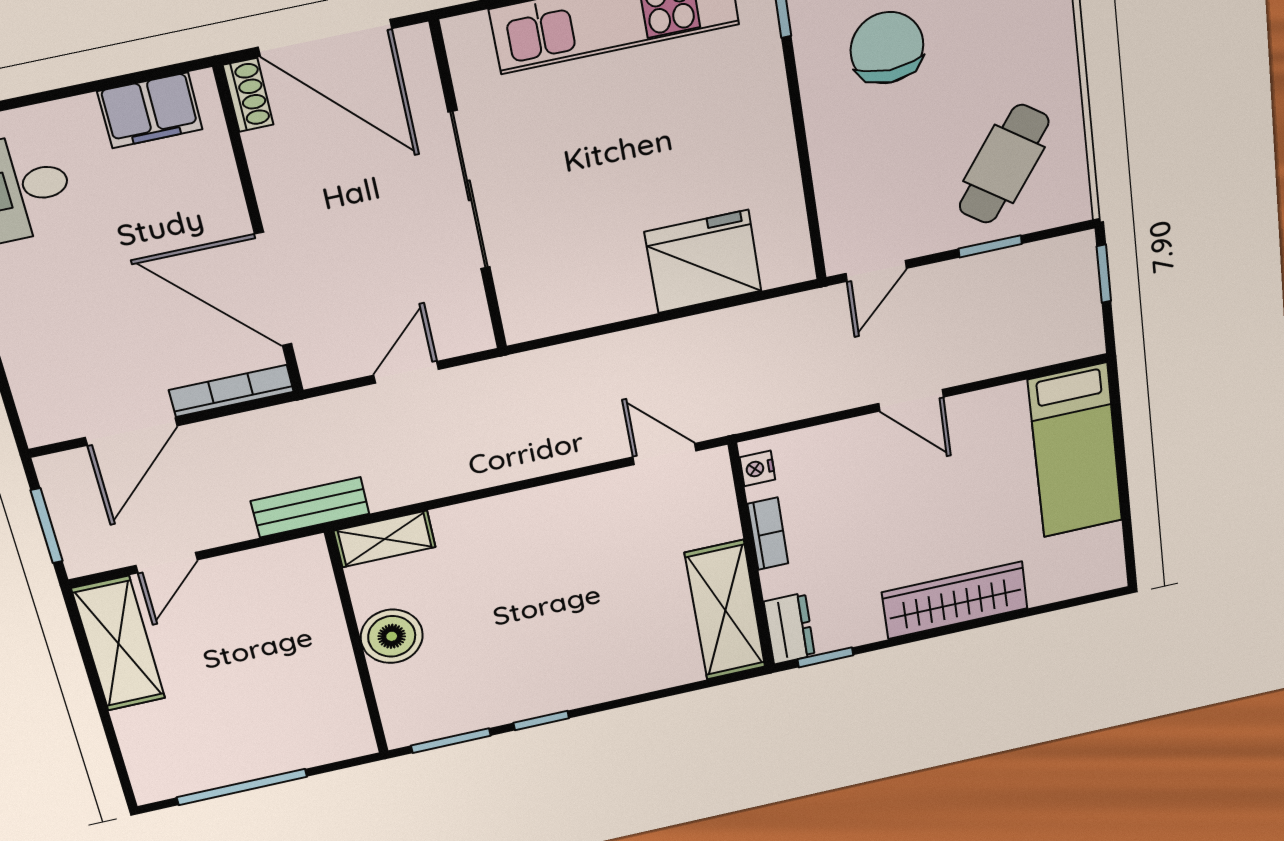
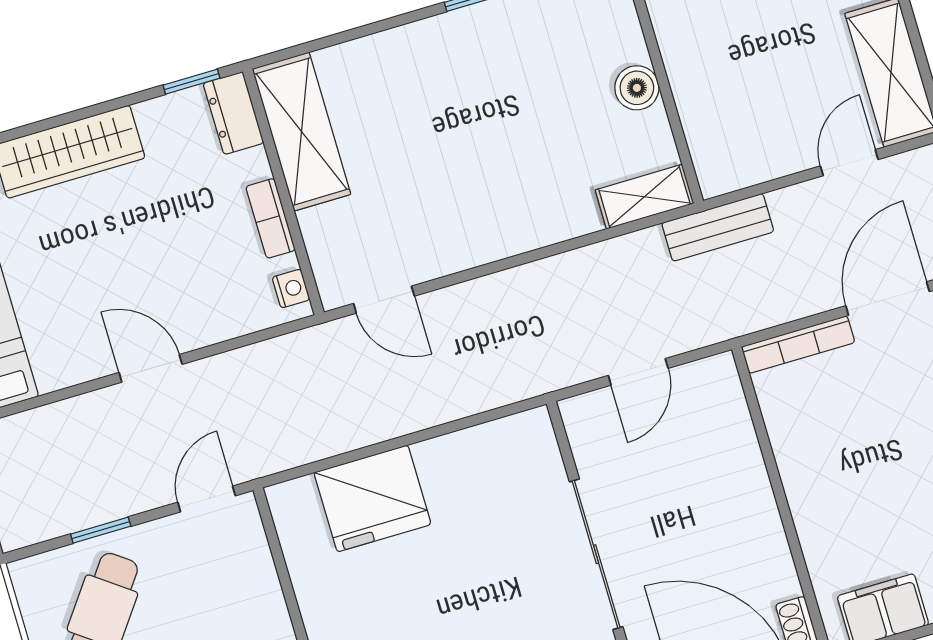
door: (273, 289) -> (766, 448), removed
boiler: (392, 636) -> (637, 88), width x0.73, depth x0.73

